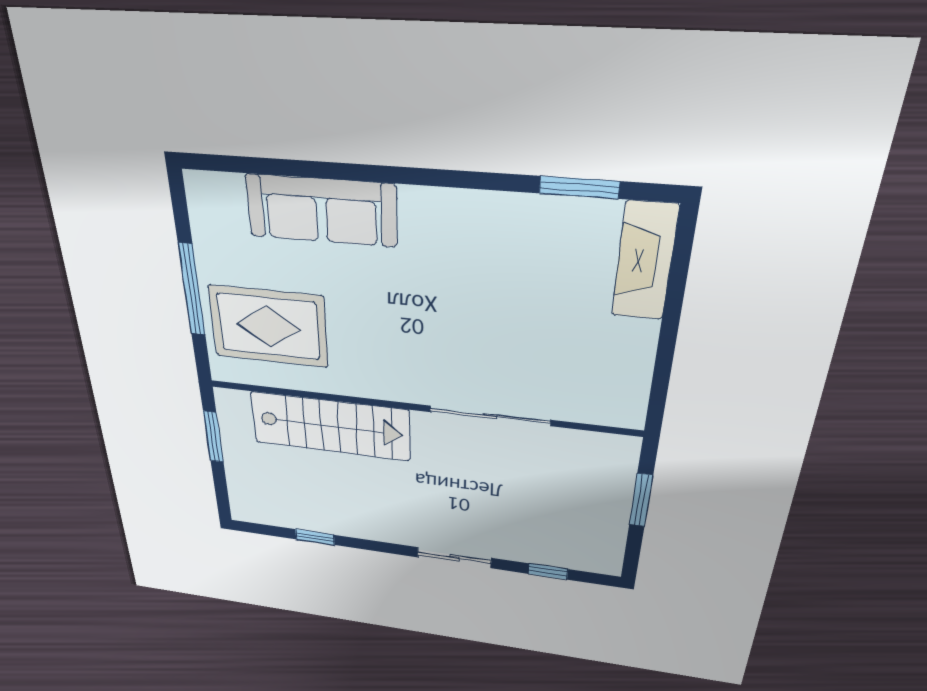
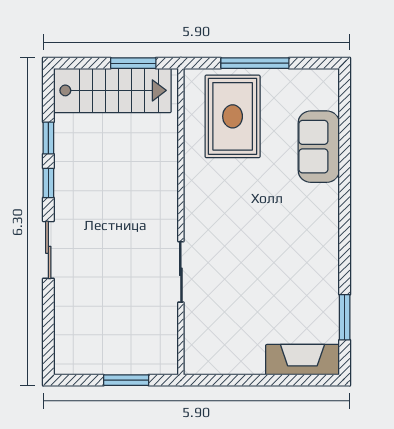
sofa: (321, 210) -> (319, 147), width x0.73
sliding door: (490, 416) -> (181, 272), width x0.73
stairs: (330, 426) -> (112, 90), moved, turned -90
window: (548, 572) -> (48, 183), moved

